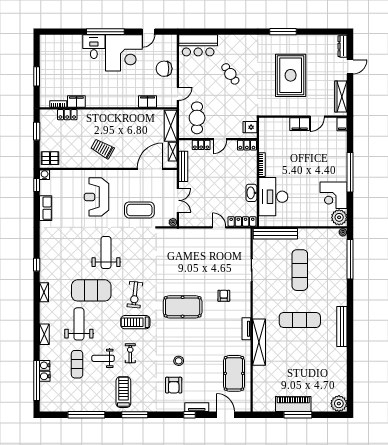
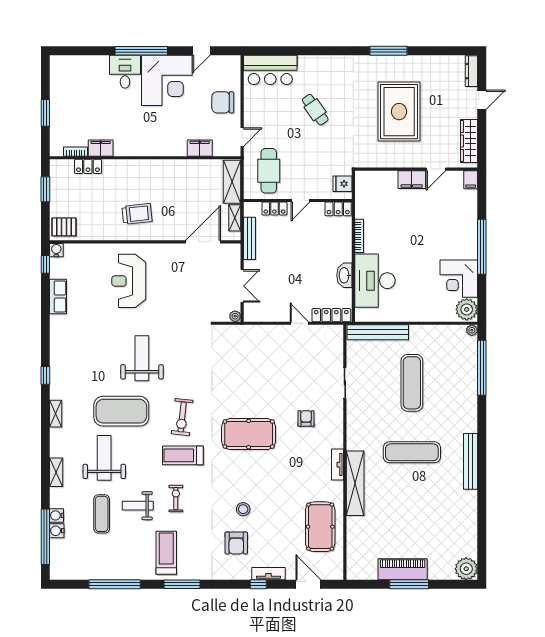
trolley: (102, 149) -> (137, 214), turned 145
coffee table: (139, 210) -> (188, 299), removed

